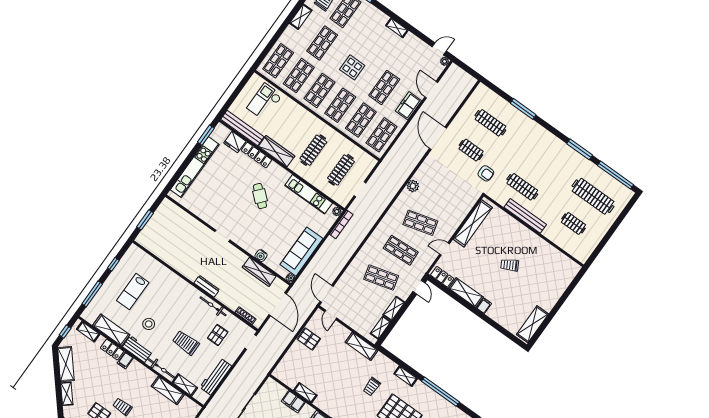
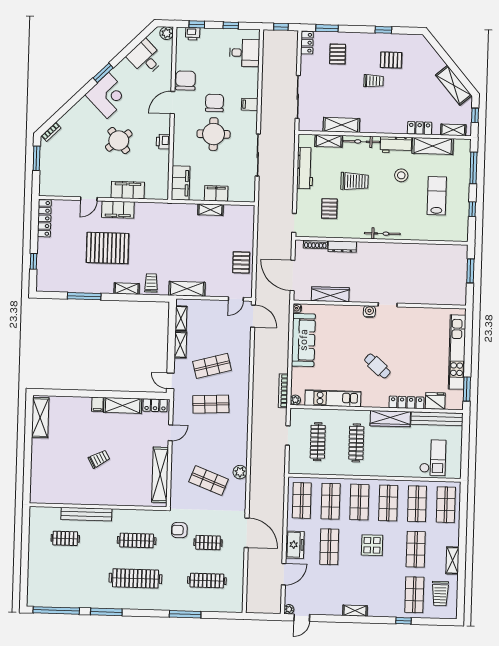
door: (431, 90) -> (284, 574), hinge flipped
clothes rail: (593, 196) -> (135, 578), moved
bench: (525, 216) -> (86, 514), moved
shop shelf: (420, 223) -> (209, 481), moved, turned 36
water cooler: (261, 256) -> (369, 312), moved
dresser: (207, 286) -> (342, 247), moved
bicycle: (213, 306) -> (382, 234), moved
door: (331, 315) -> (236, 299), swing flipped
pallet: (309, 339) -> (241, 262), turned 90
filing cabinet: (125, 361) -> (400, 126), removed
trolley: (372, 387) -> (151, 283), moved
window: (440, 392) -> (84, 296), width x0.68
shelving: (67, 394) -> (434, 58), removed

